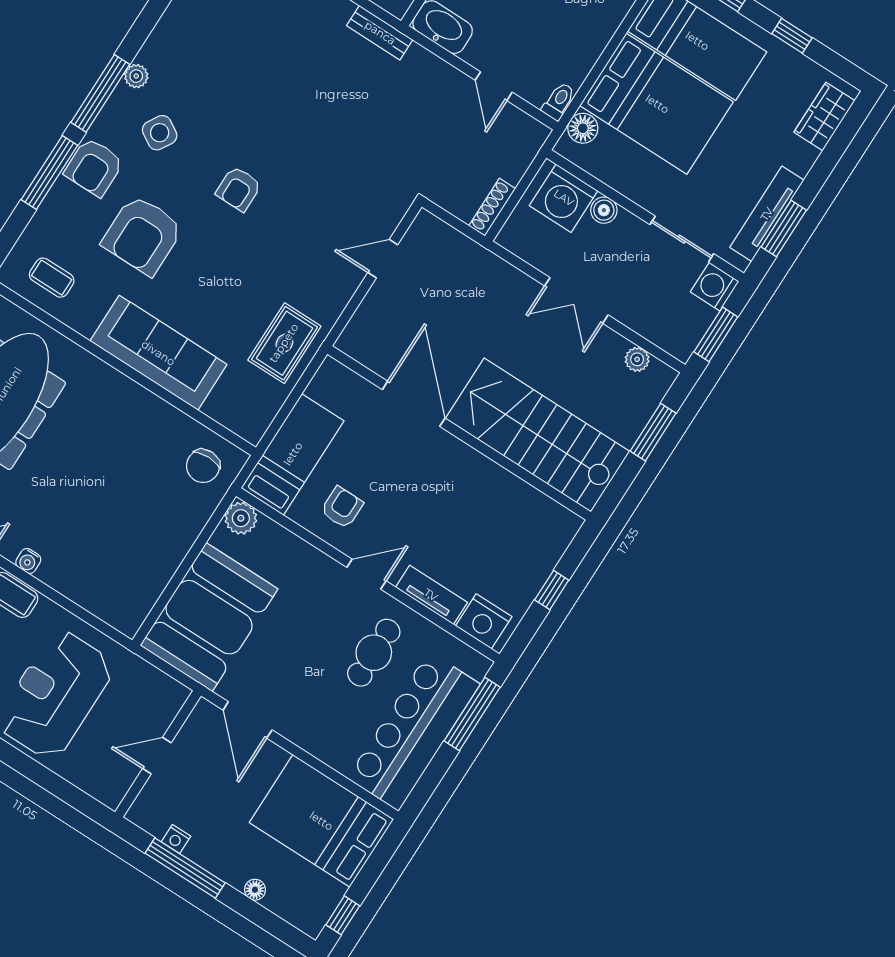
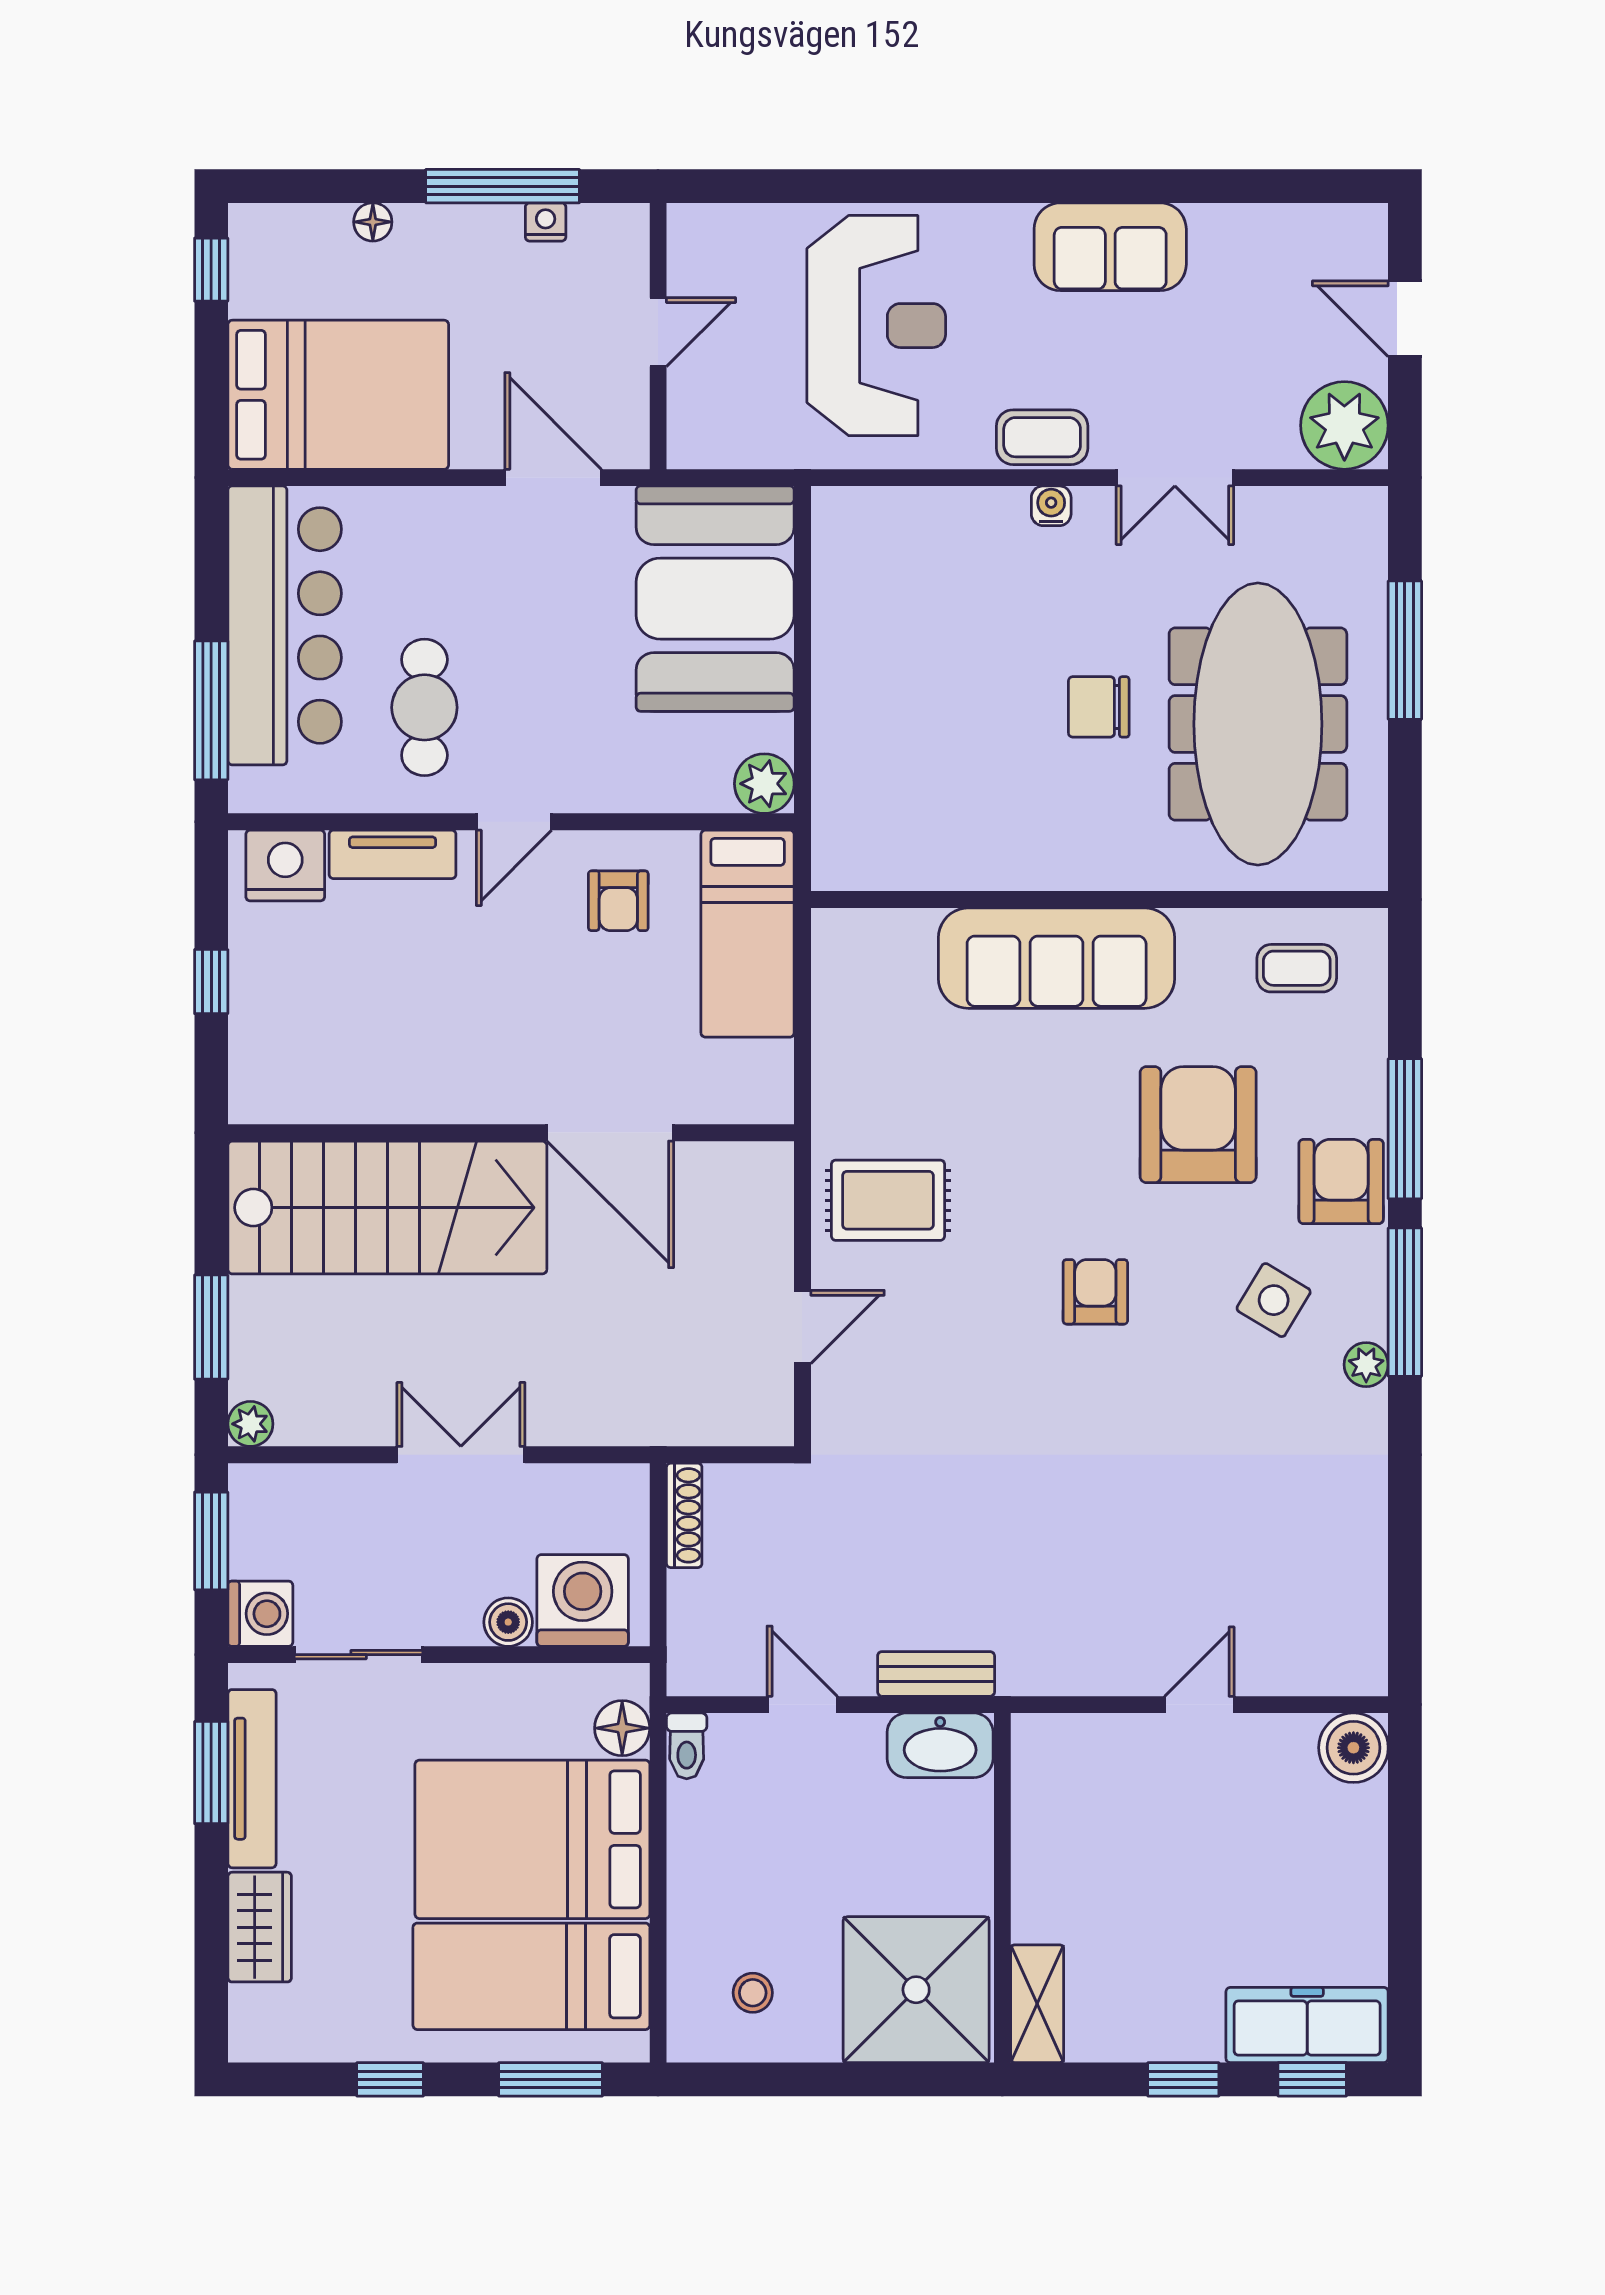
bench: (380, 33) -> (936, 1674), moved
wardrobe: (824, 116) -> (260, 1927), moved
rug: (284, 343) -> (888, 1200), moved, turned 90
plant: (637, 359) -> (250, 1424), moved
chair: (203, 466) -> (1099, 707), moved, turned -90

